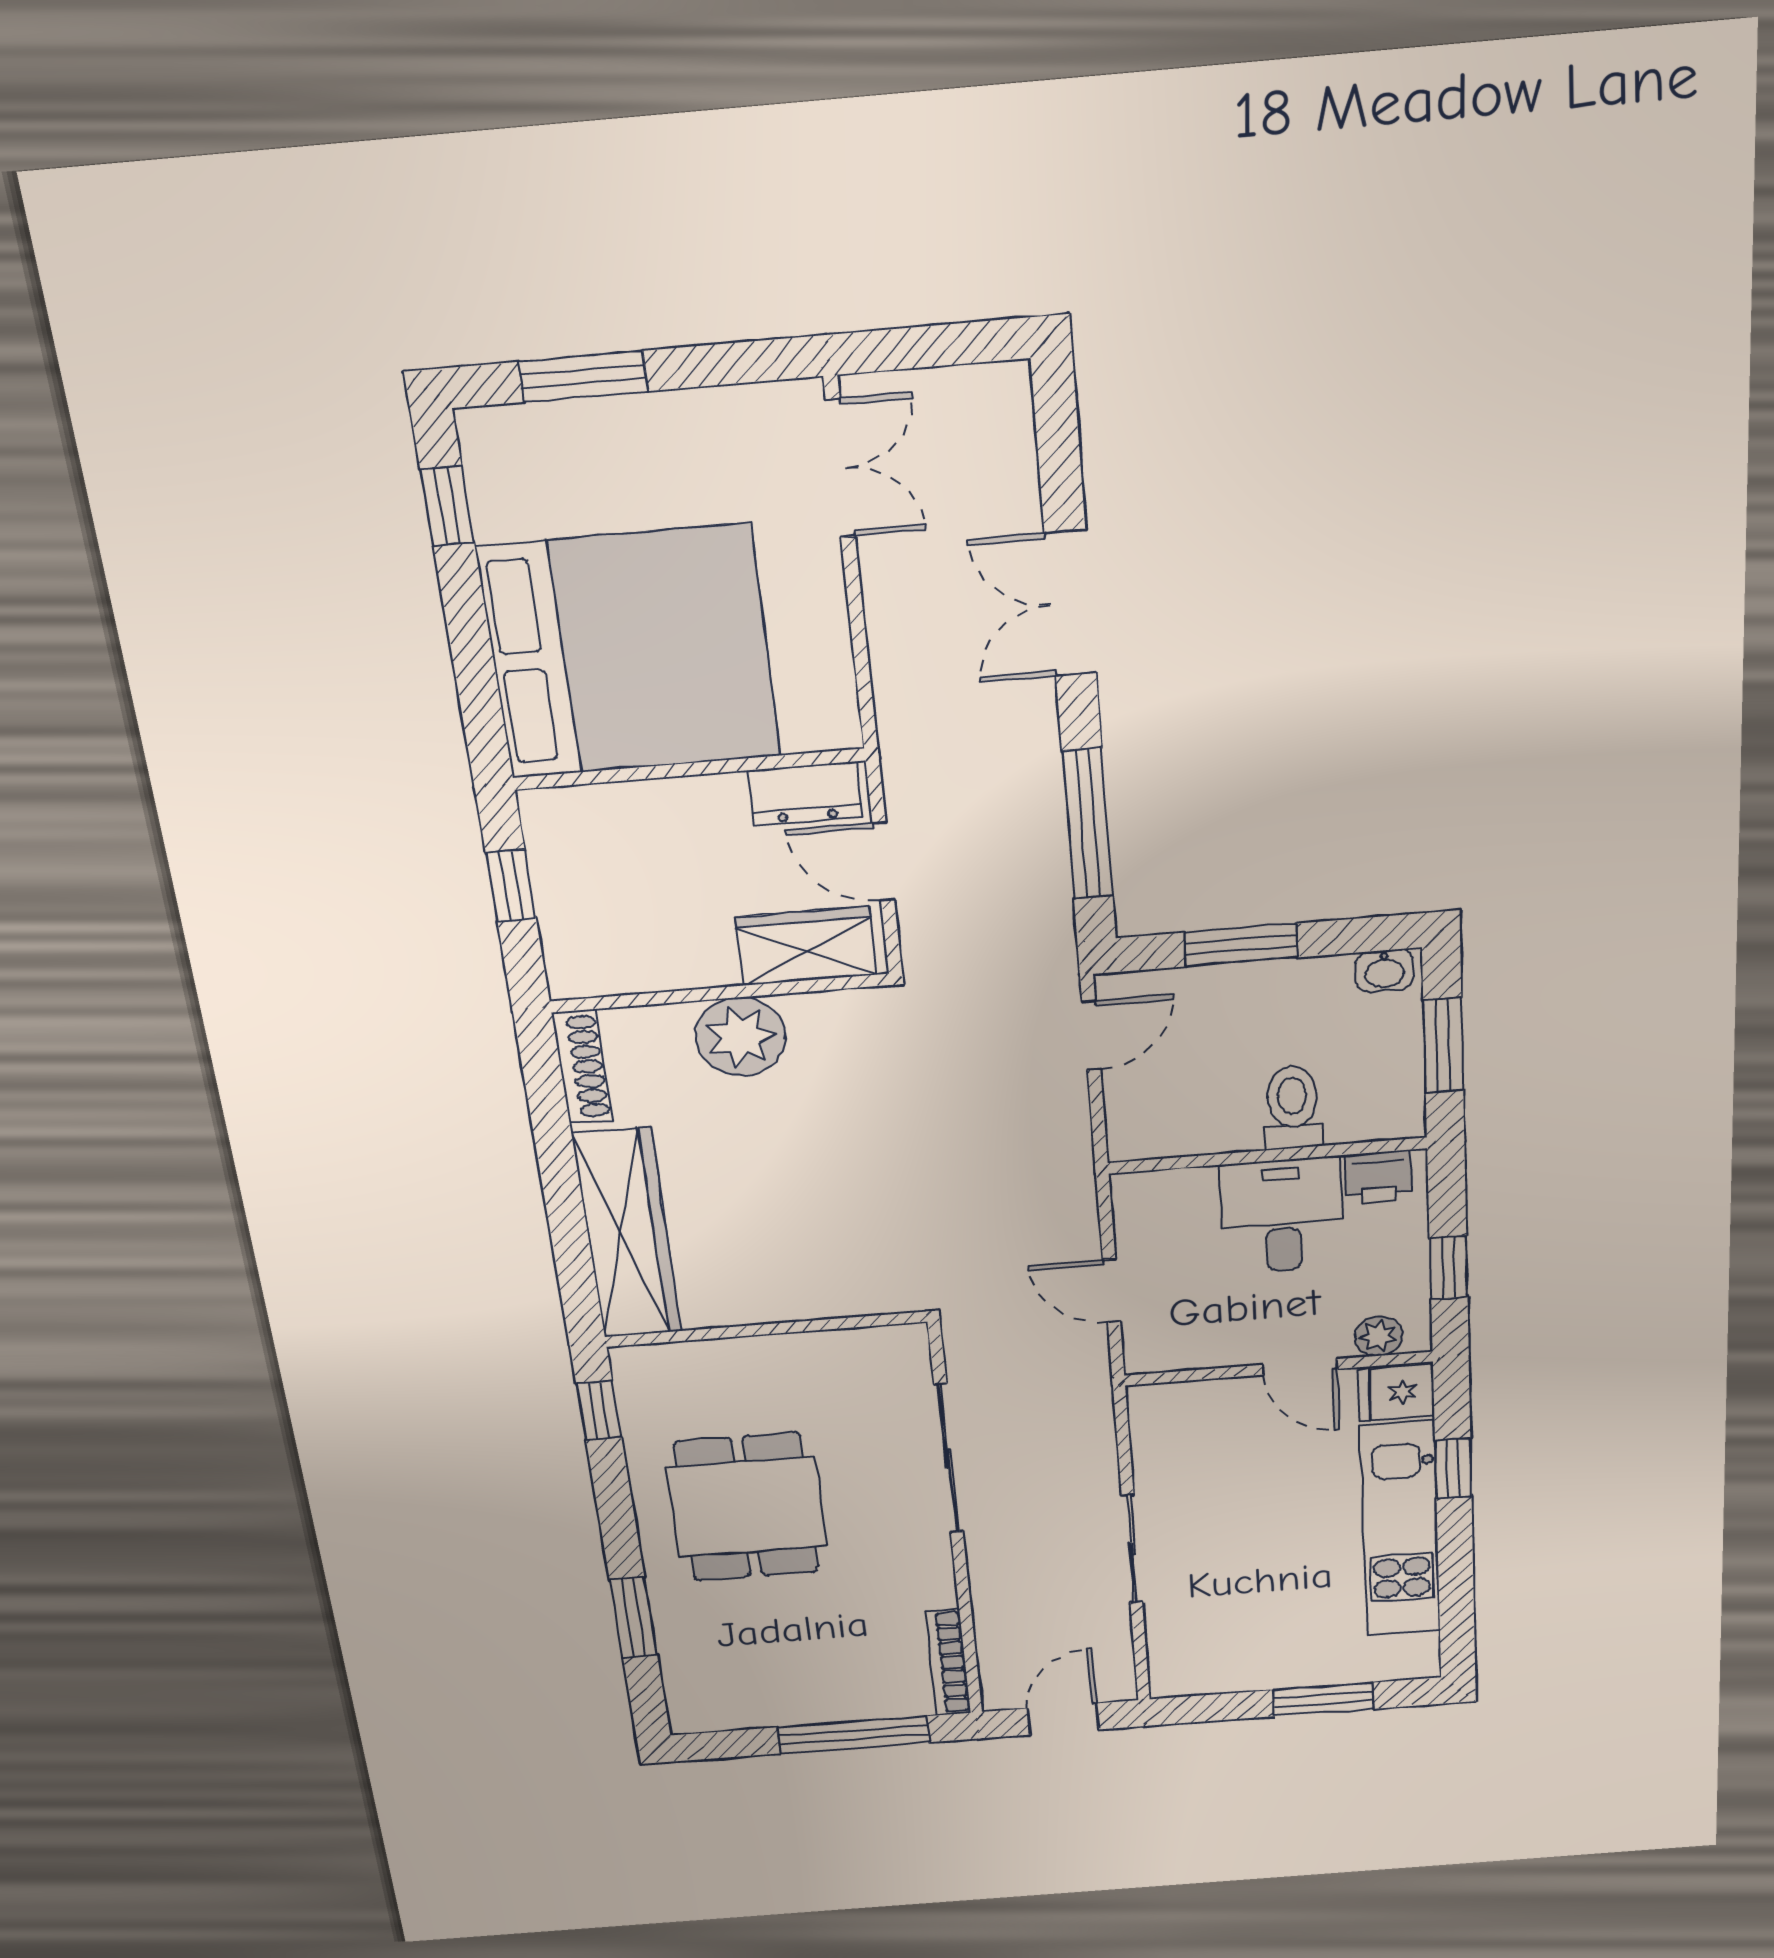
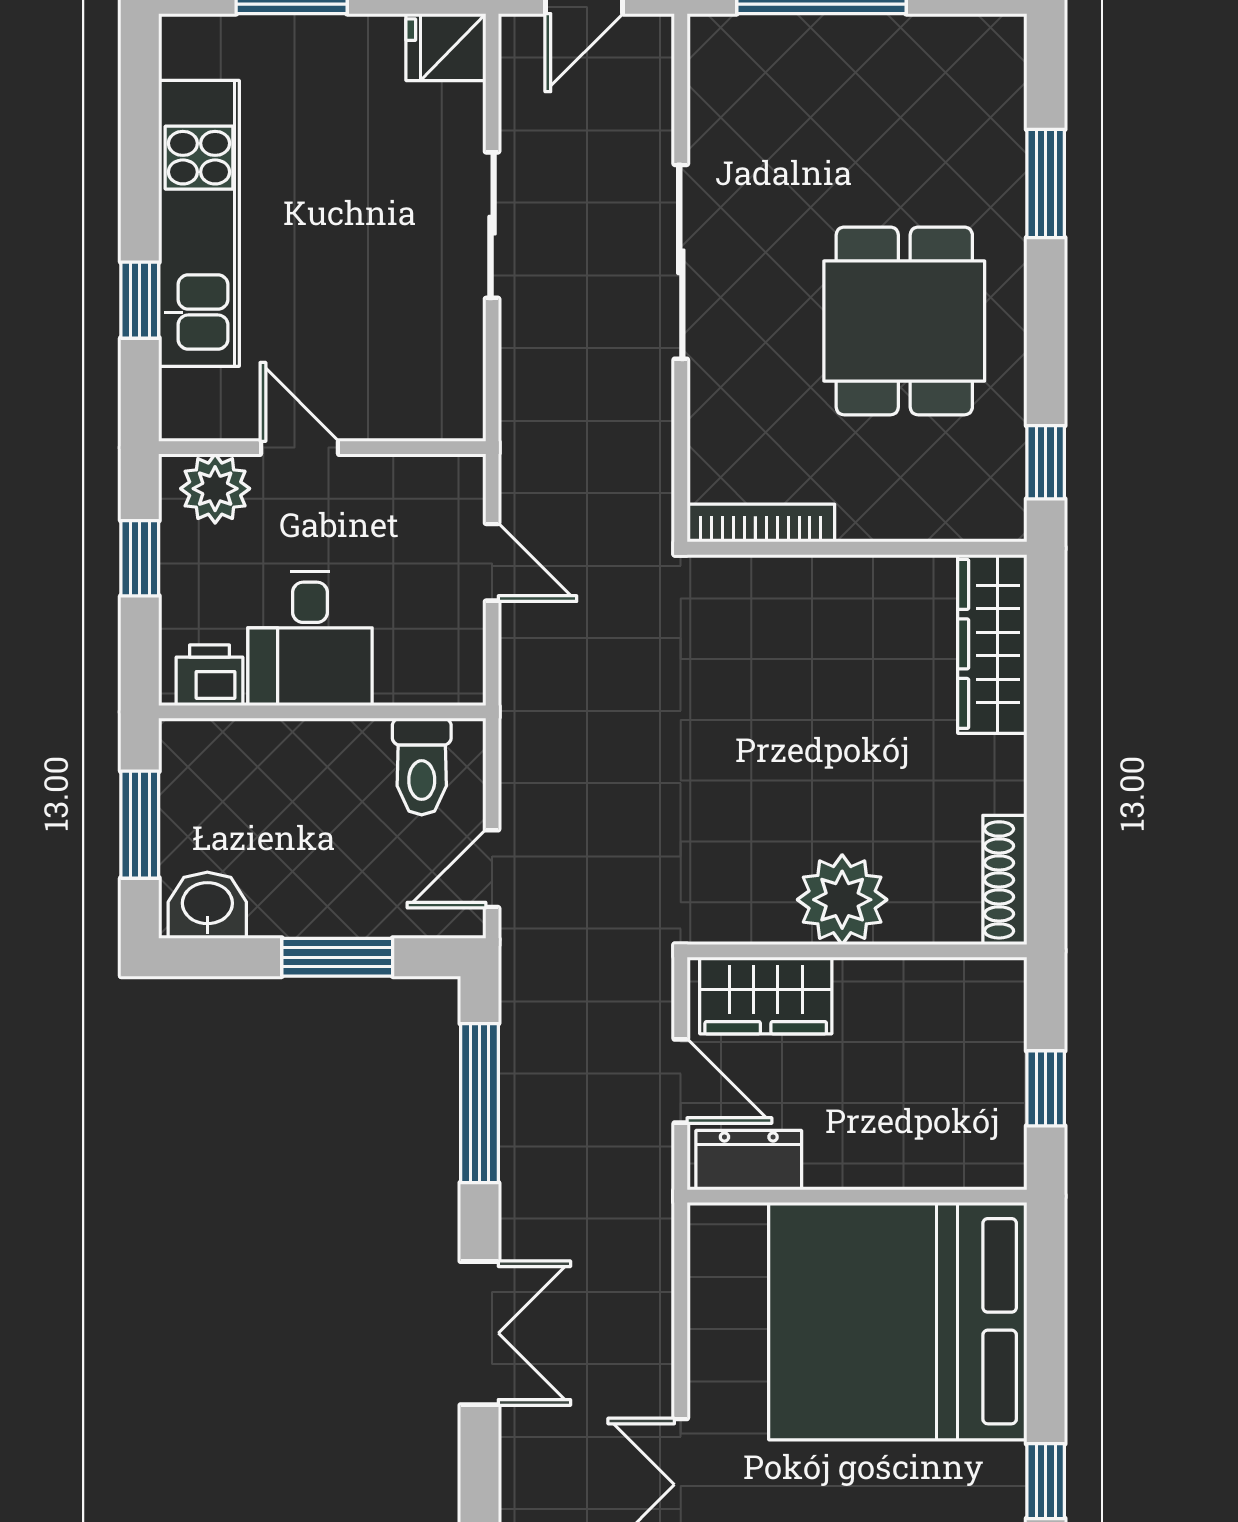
washbasin: (1385, 971) -> (207, 905), width x1.38, depth x1.45
toilet: (1293, 1107) -> (422, 767), moved
wardrobe: (627, 1233) -> (992, 644), width x0.71, depth x0.85
plant: (1379, 1336) -> (215, 489), width x1.38, depth x1.38
fridge: (1396, 1393) -> (446, 47), moved, turned 180
sliding door: (949, 1458) -> (681, 262), moved
bookcase: (948, 1663) -> (761, 523), moved, turned -90

